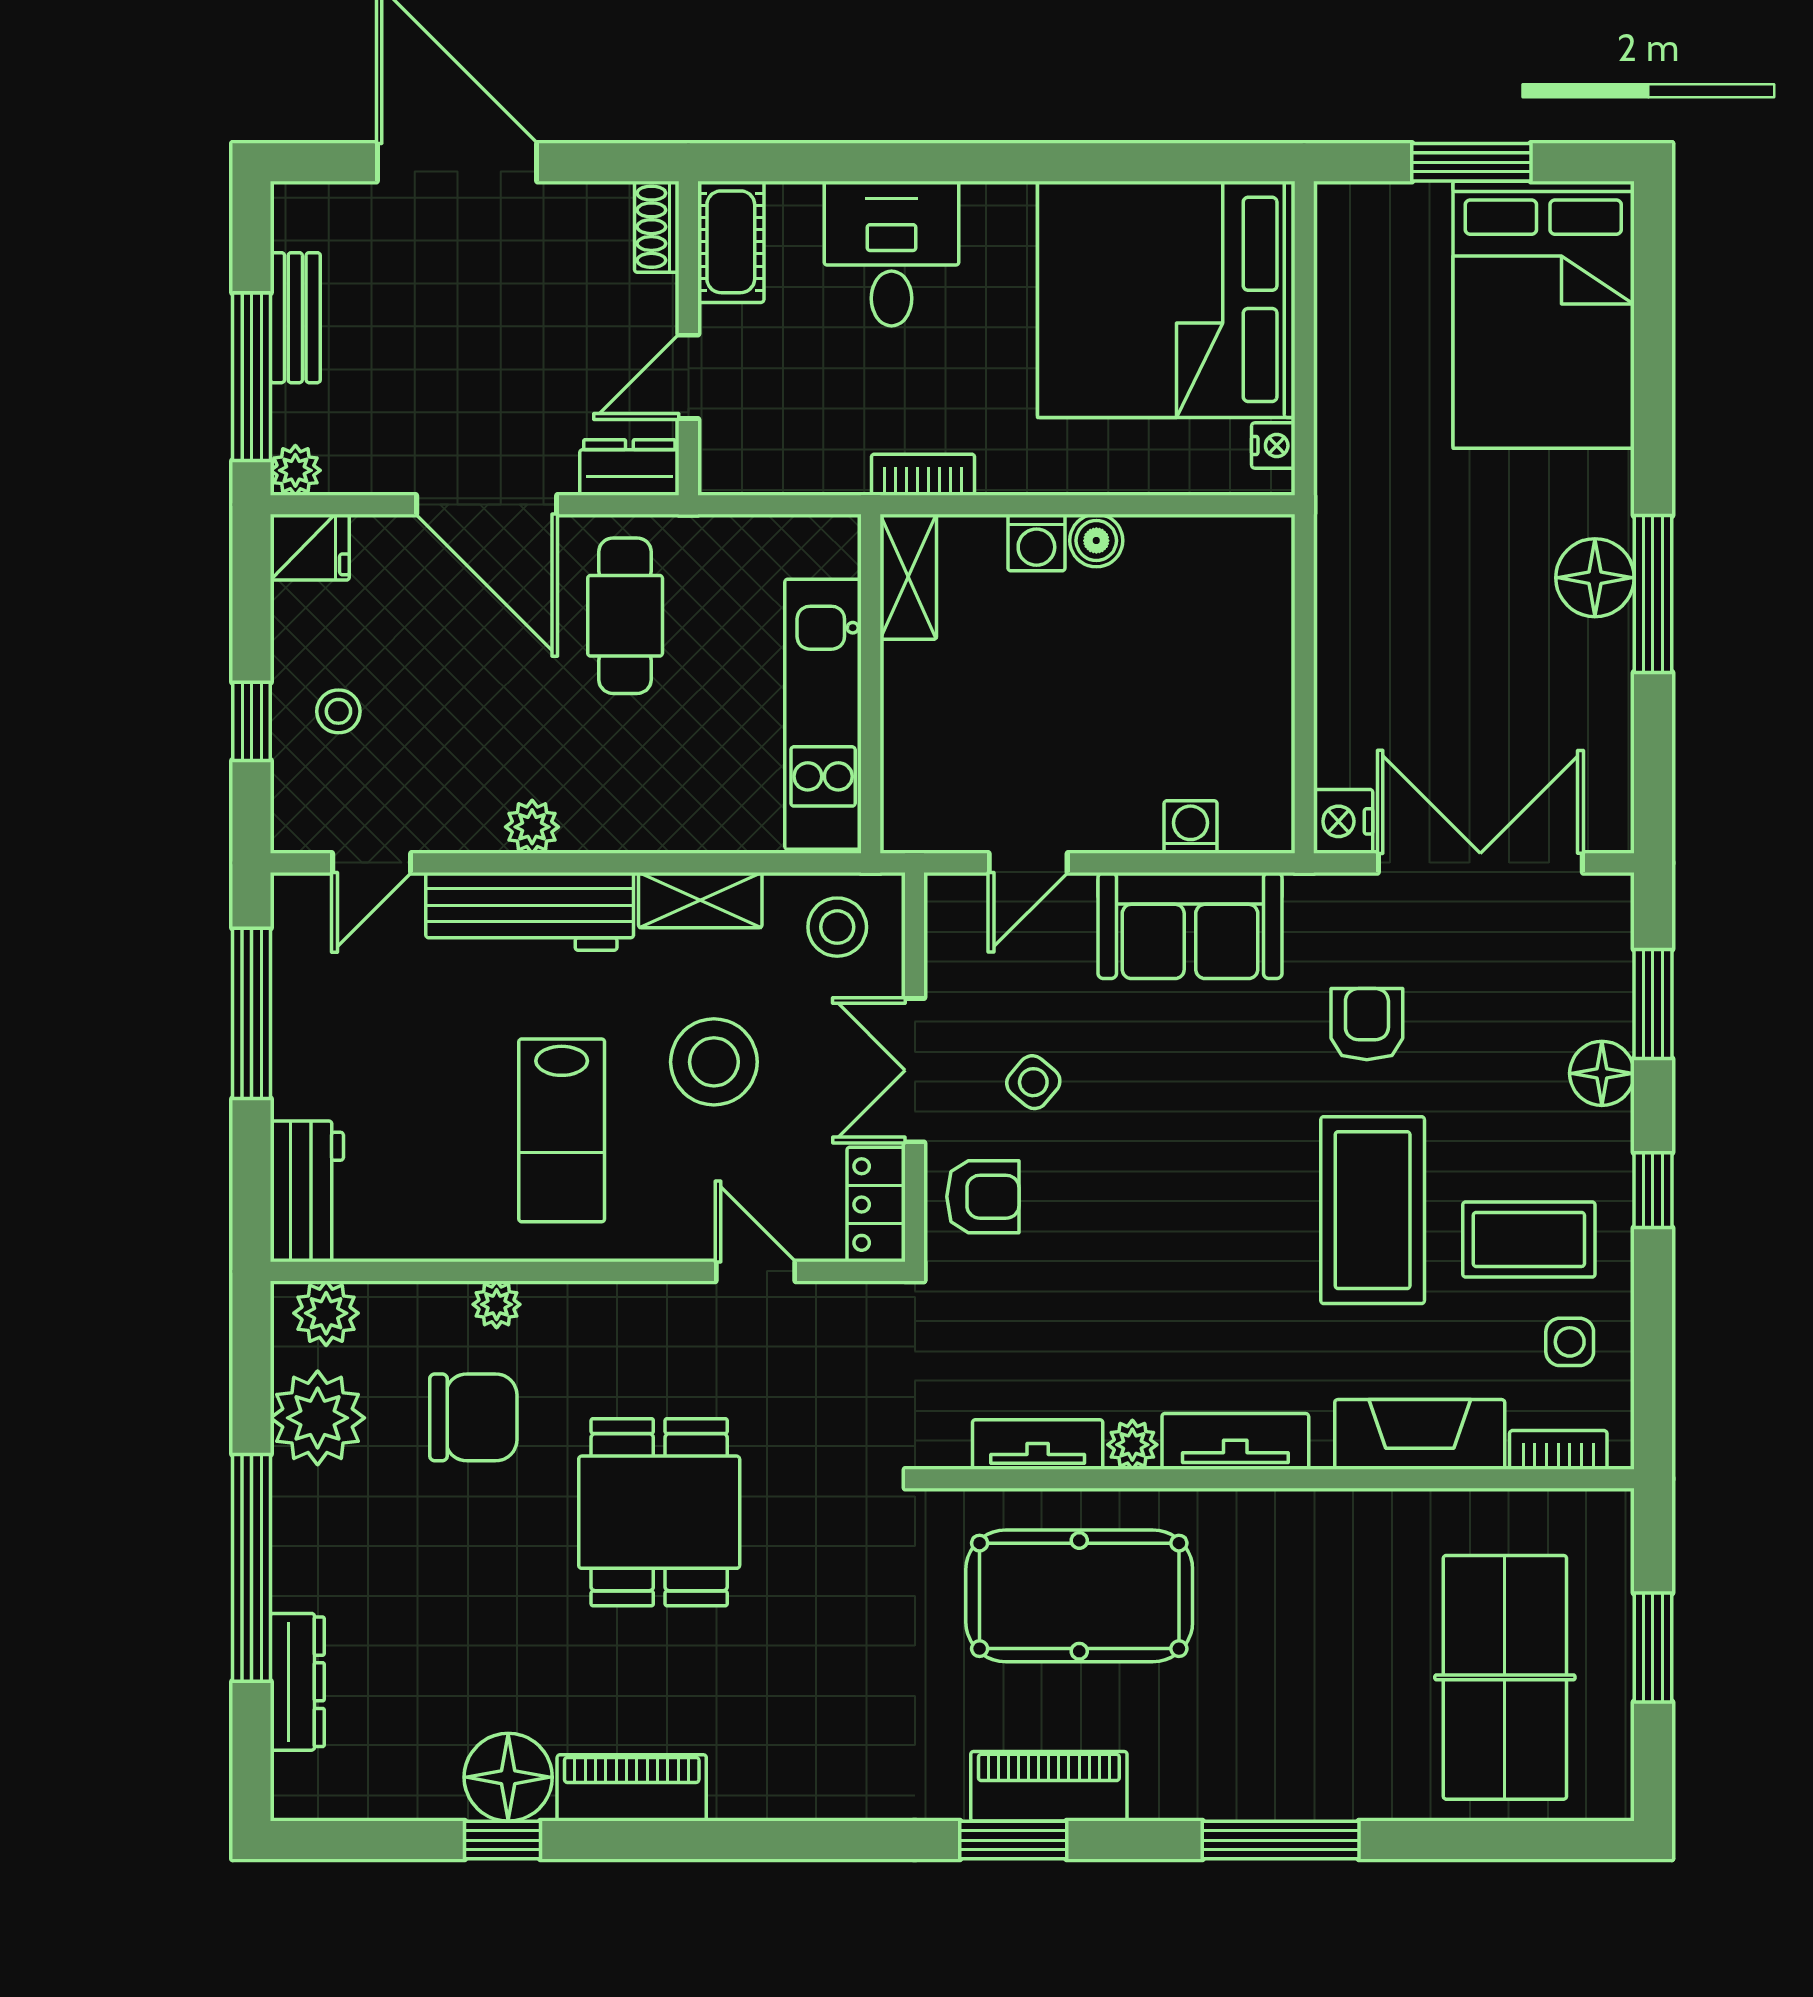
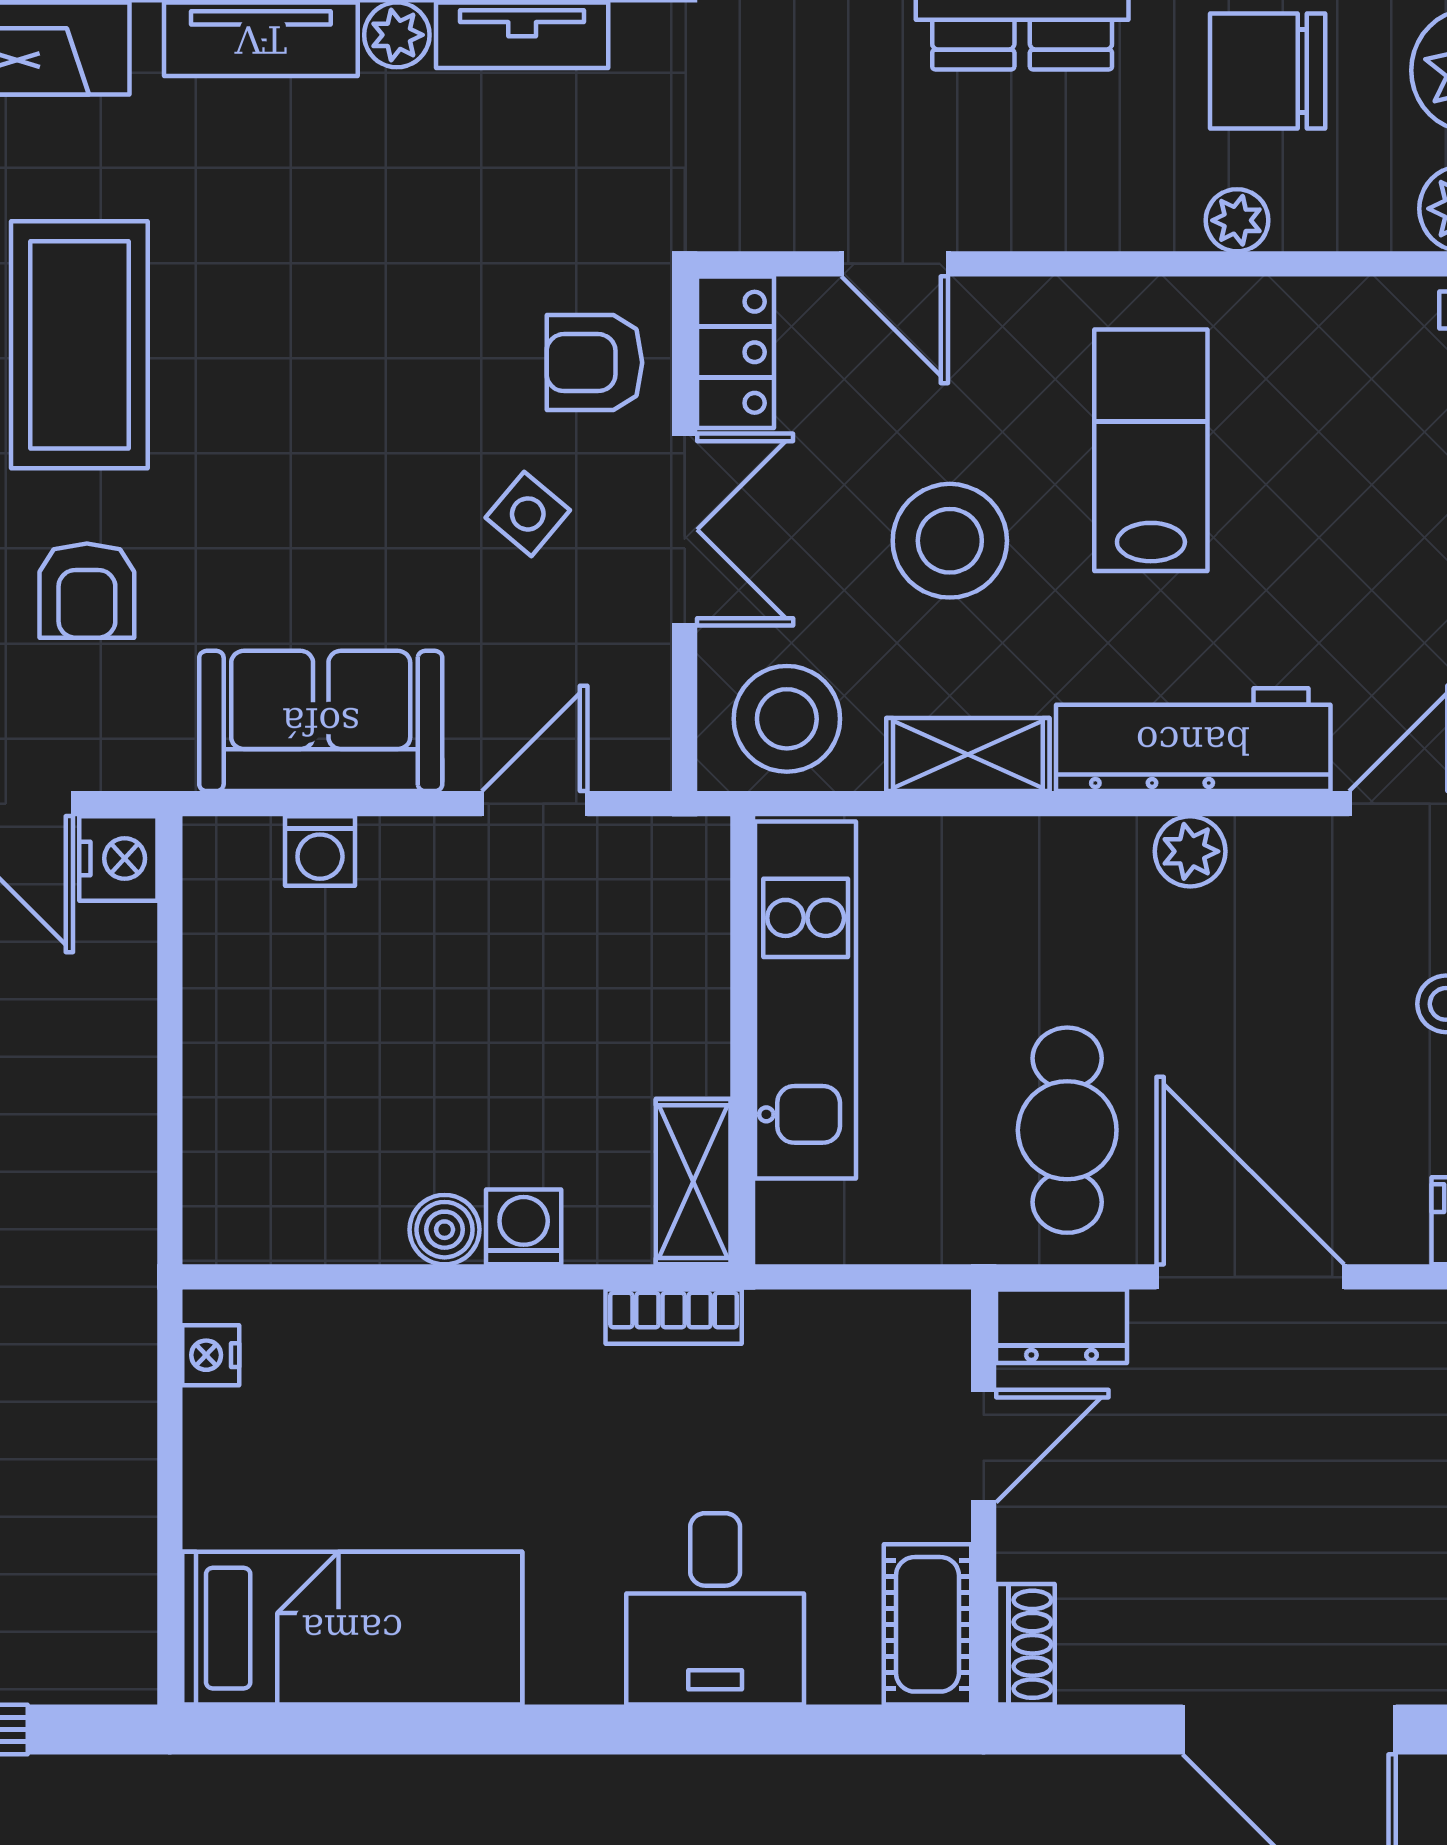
bed: (1166, 299) -> (352, 1628), width x0.49
stool: (837, 927) -> (787, 719), width x1.38, depth x1.38

